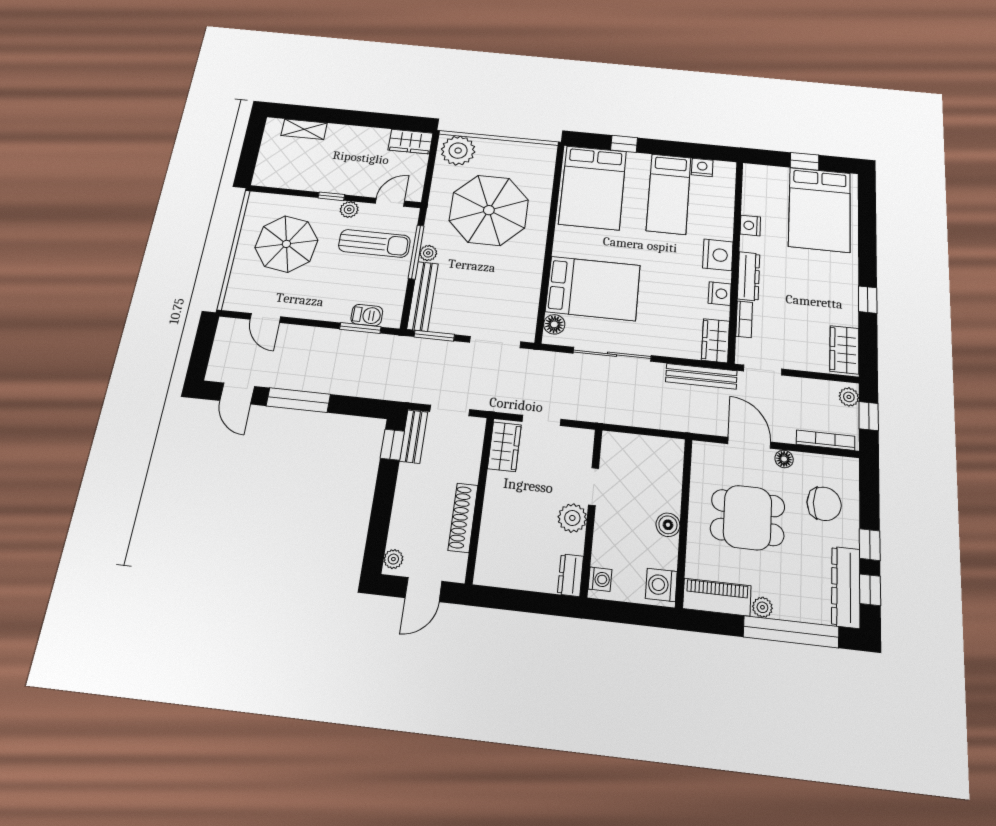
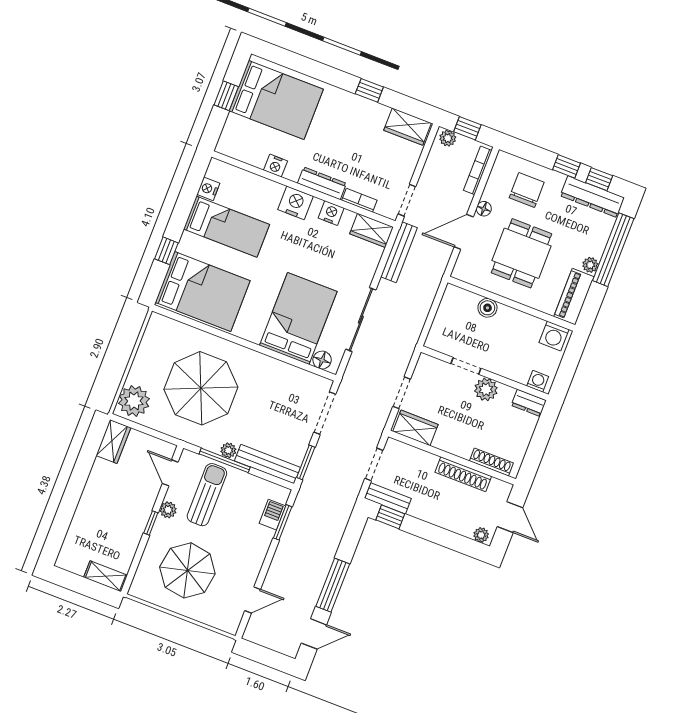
shelving: (304, 129) -> (106, 576), moved, turned 90
boiler: (668, 525) -> (487, 308), moved
shoe rack: (486, 548) -> (491, 462), added

